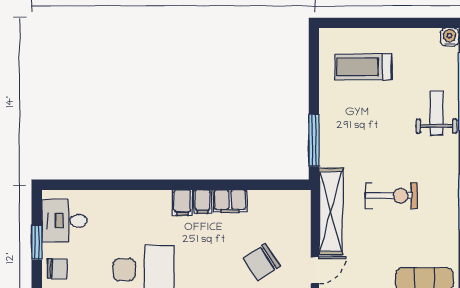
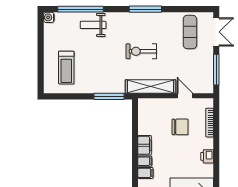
exercise bike: (391, 196) -> (141, 51), turned -90
chair: (262, 262) -> (180, 127), turned -57

